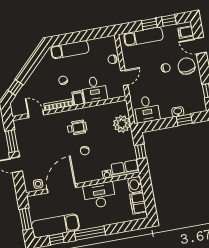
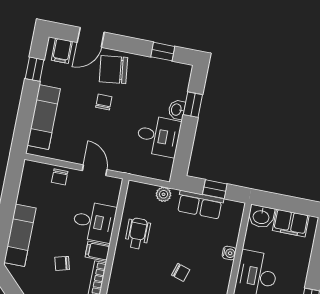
window: (149, 24) -> (28, 101), removed
desk: (147, 109) -> (158, 136), moved
plant: (122, 124) -> (164, 194), width x0.53, depth x0.53
wheelchair: (77, 128) -> (138, 233), moved
row of seats: (125, 168) -> (200, 205), moved, turned -90

